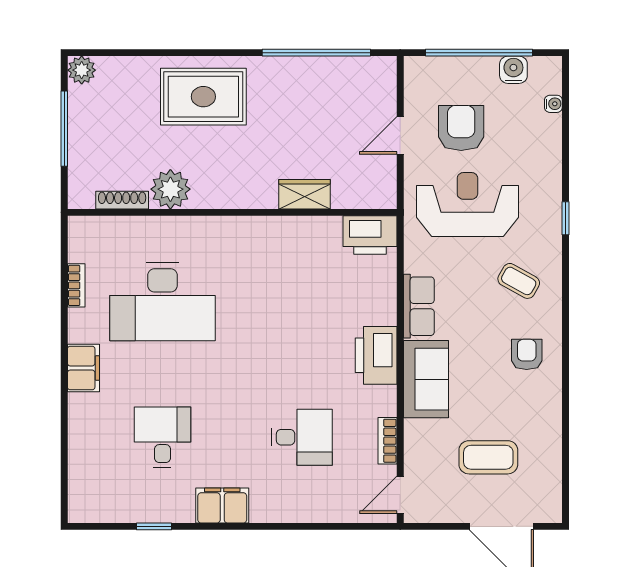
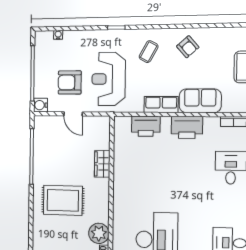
water cooler: (513, 70) -> (41, 105), moved
rug: (203, 97) -> (63, 200), moved, turned 90
printer: (370, 235) -> (146, 126), moved, turned 90
armchair: (527, 354) -> (188, 47), turned -131

